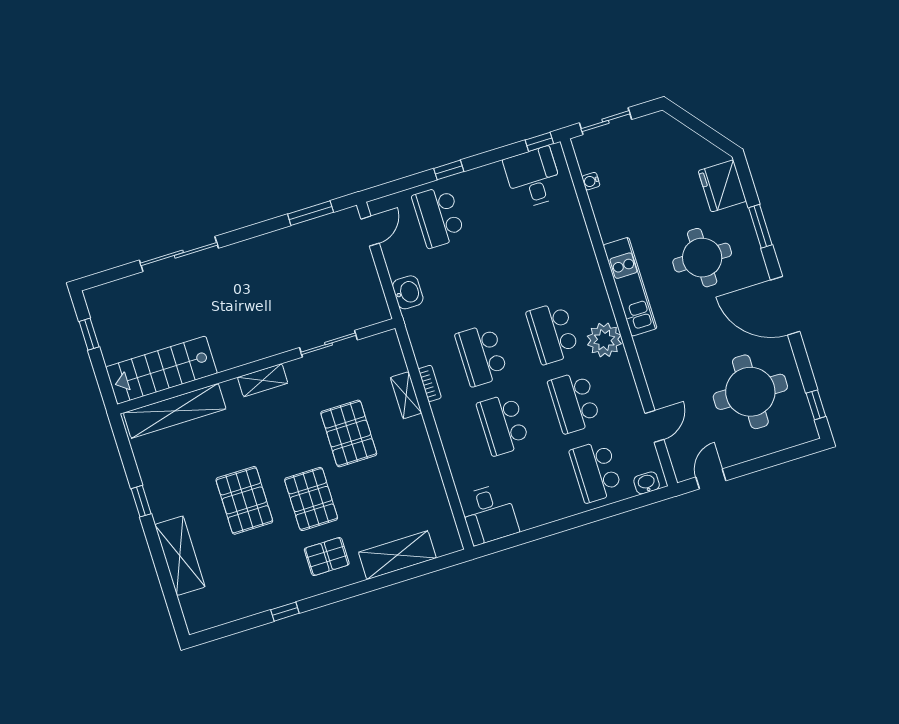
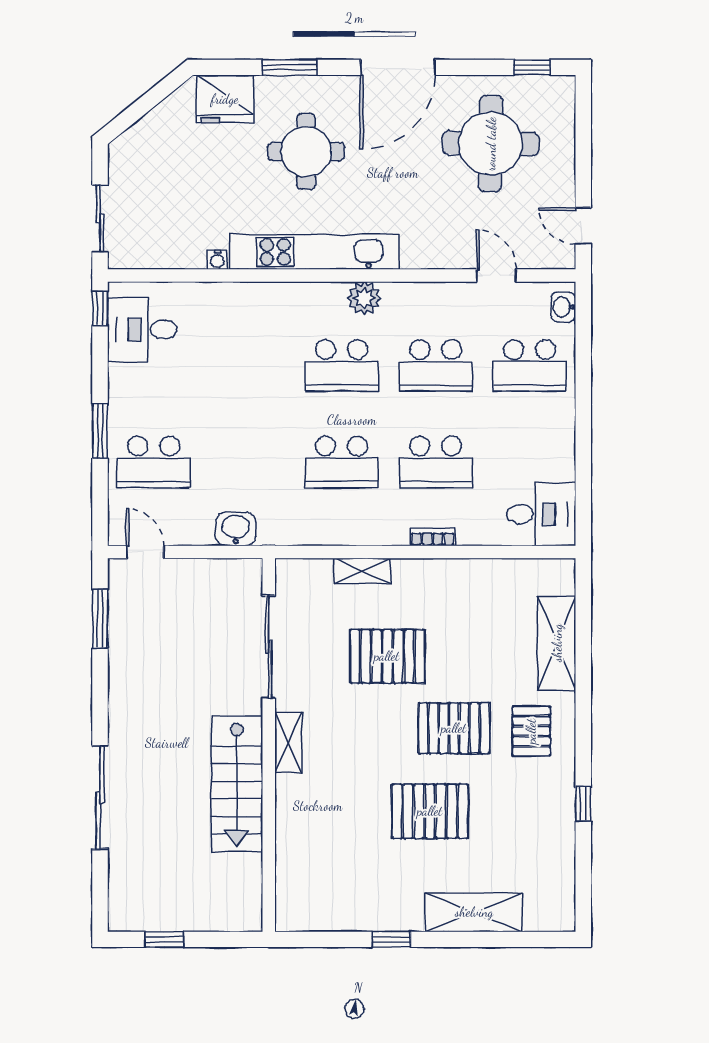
window: (449, 170) -> (100, 431), width x1.50
water cooler: (591, 181) -> (217, 260), moved
kitchen unit: (630, 287) -> (314, 252), width x1.36
plant: (604, 340) -> (364, 298), width x0.73, depth x0.73
sliding door: (328, 344) -> (269, 647), width x1.37
stairs: (161, 370) -> (237, 784), moved
bookcase: (430, 383) -> (433, 537), moved
shelving: (175, 411) -> (292, 863), removed

